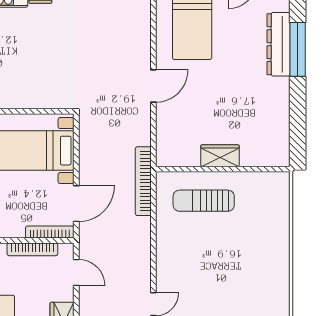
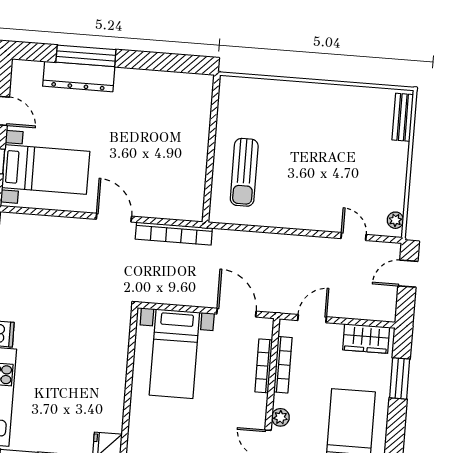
wardrobe: (220, 156) -> (196, 151), removed
bookcase: (143, 181) -> (174, 234), moved
bookcase: (50, 232) -> (264, 366), moved

